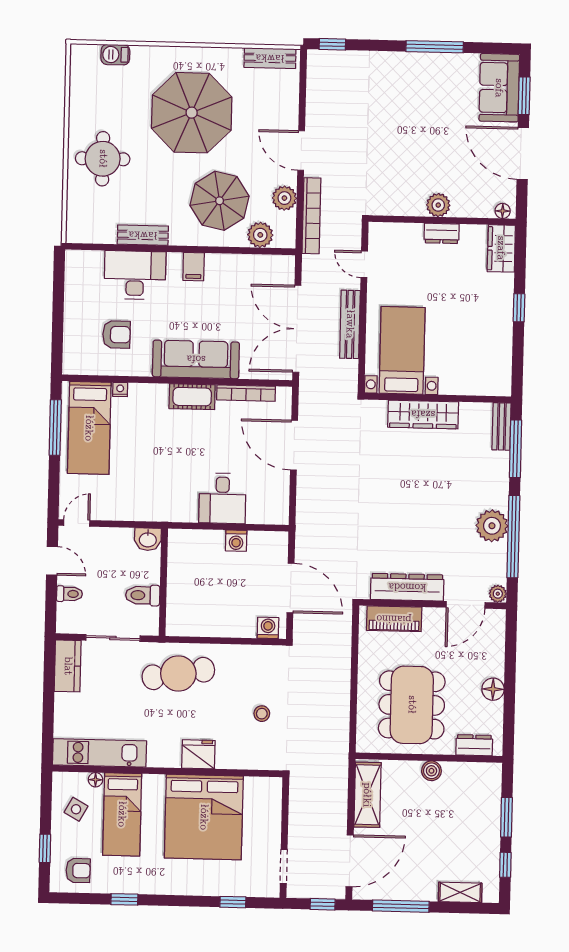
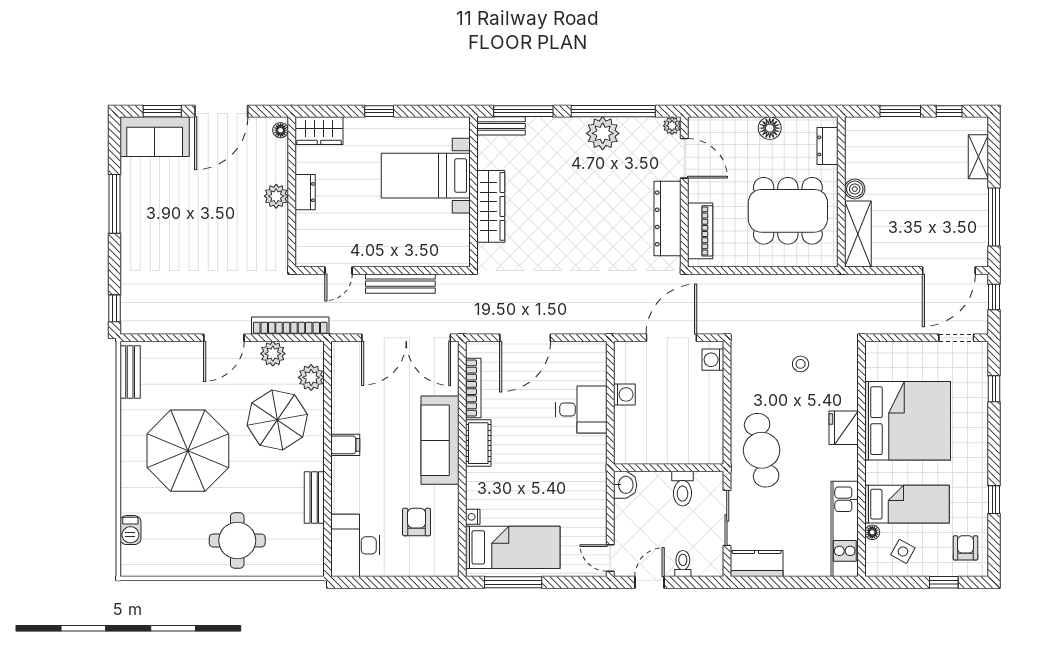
desk: (135, 275) -> (355, 545), moved
bed with nightstands: (402, 350) -> (426, 176), moved
shelving: (367, 795) -> (858, 234), moved, turned 90
door: (350, 861) -> (949, 270), swing flipped

